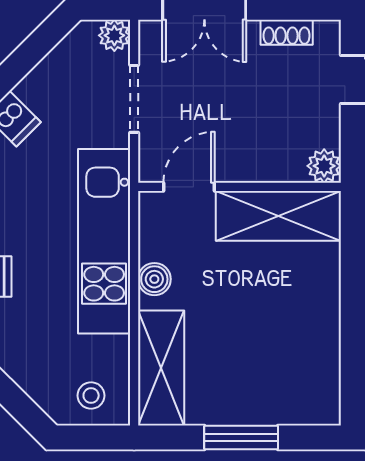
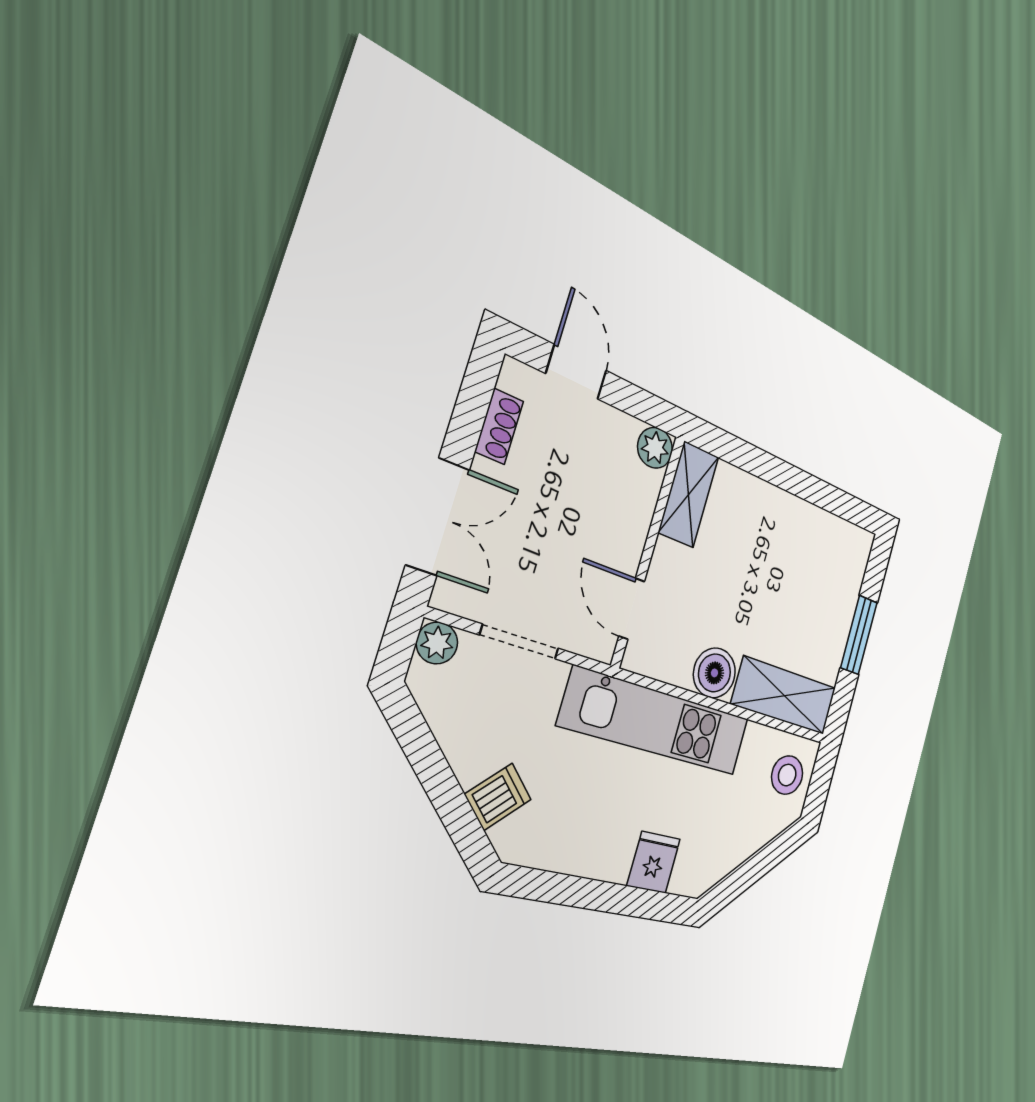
shelving: (278, 216) -> (689, 494), width x0.67, depth x0.75
boiler: (154, 279) -> (714, 673), width x1.36, depth x1.36
stool: (91, 396) -> (787, 775), width x1.37, depth x1.37

